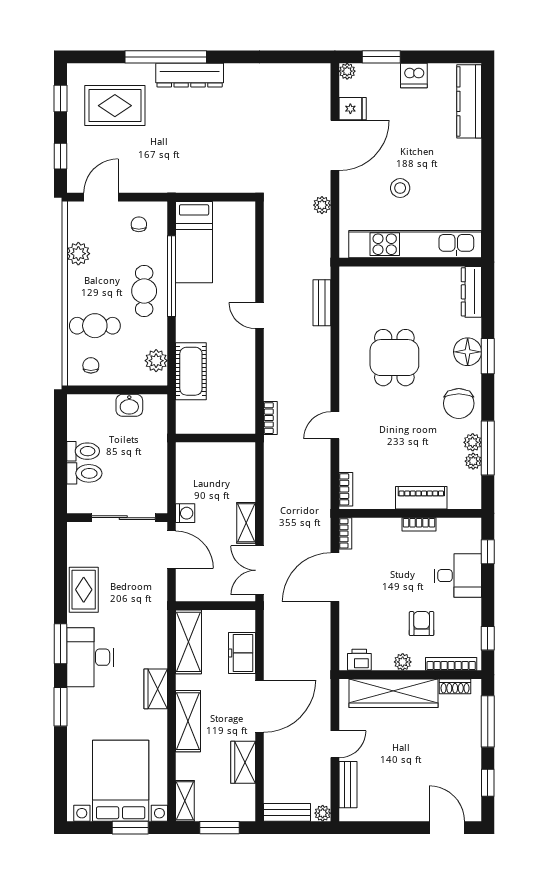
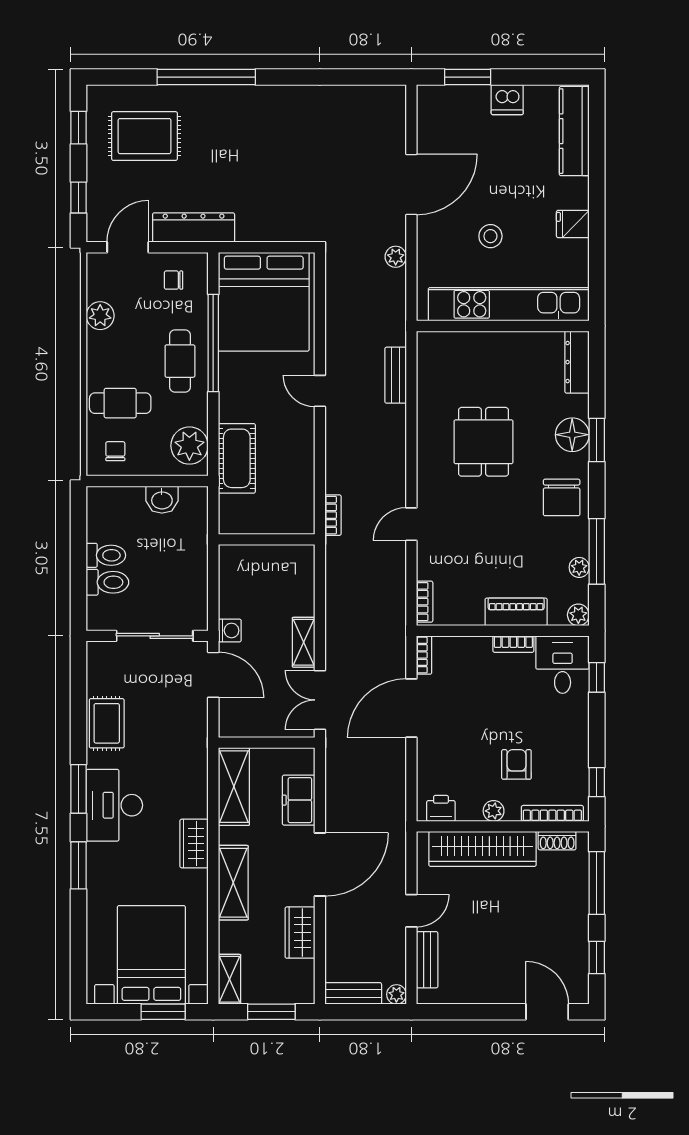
plant: (347, 71) -> (426, 94), removed
dresser: (190, 75) -> (194, 228), moved, turned 180
fridge: (353, 109) -> (573, 224), moved, turned 180
chair: (139, 224) -> (174, 280), turned -90
bed: (194, 242) -> (264, 302), width x2.04
plant: (156, 361) -> (189, 446), width x1.36, depth x1.36
plant: (473, 442) -> (578, 615), moved
desk: (458, 576) -> (563, 665), moved, turned -90

